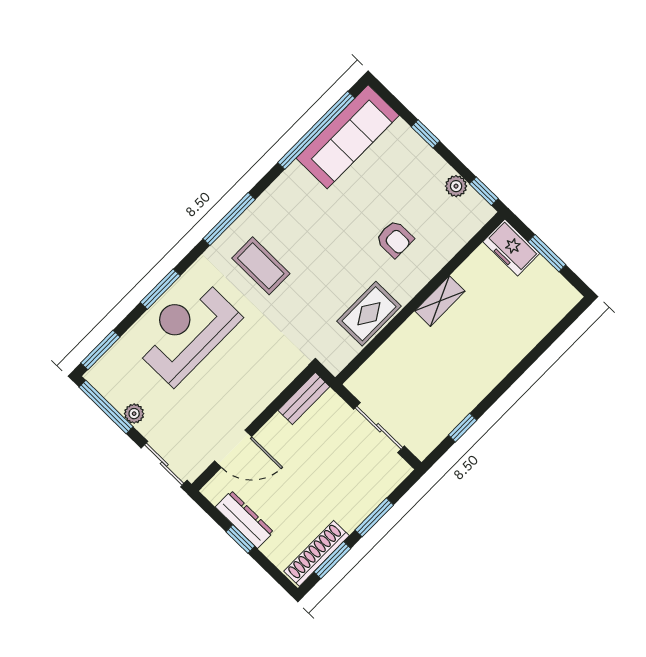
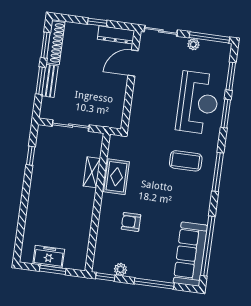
window: (425, 134) -> (154, 284), width x2.17
freezer: (511, 248) -> (49, 257), moved
shelving: (440, 301) -> (92, 172), moved
window: (100, 350) -> (231, 76), moved
bench: (304, 398) -> (50, 81), moved
dresser: (244, 520) -> (116, 35), moved

